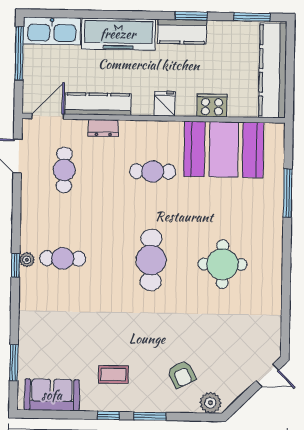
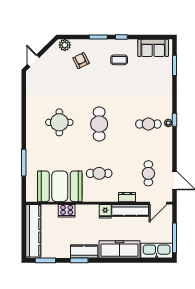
fridge: (165, 104) -> (105, 211), moved
door: (267, 375) -> (33, 61), hinge flipped

